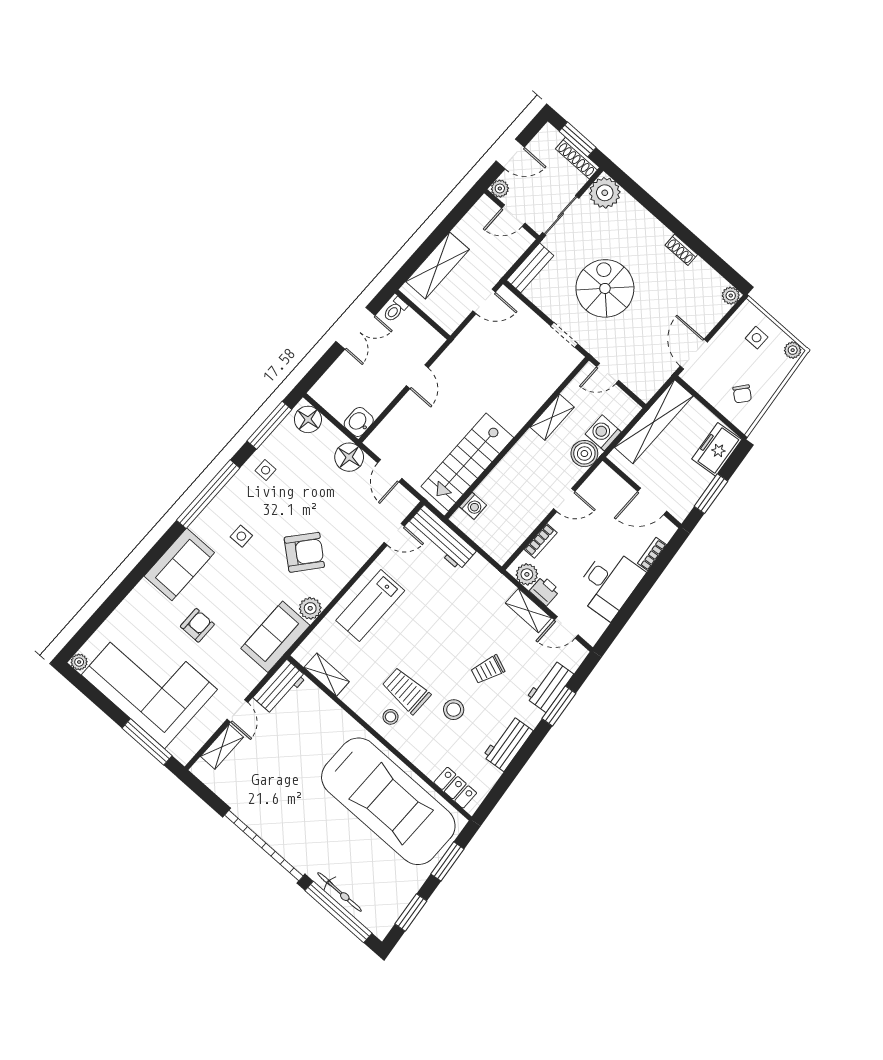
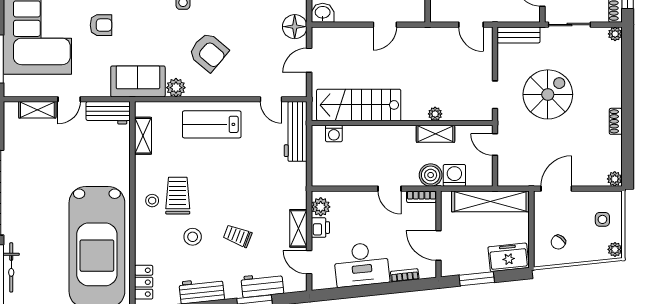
plant: (605, 193) -> (615, 34), width x0.53, depth x0.53
plant: (534, 402) -> (435, 114), added
bookcase: (541, 541) -> (421, 197), moved

